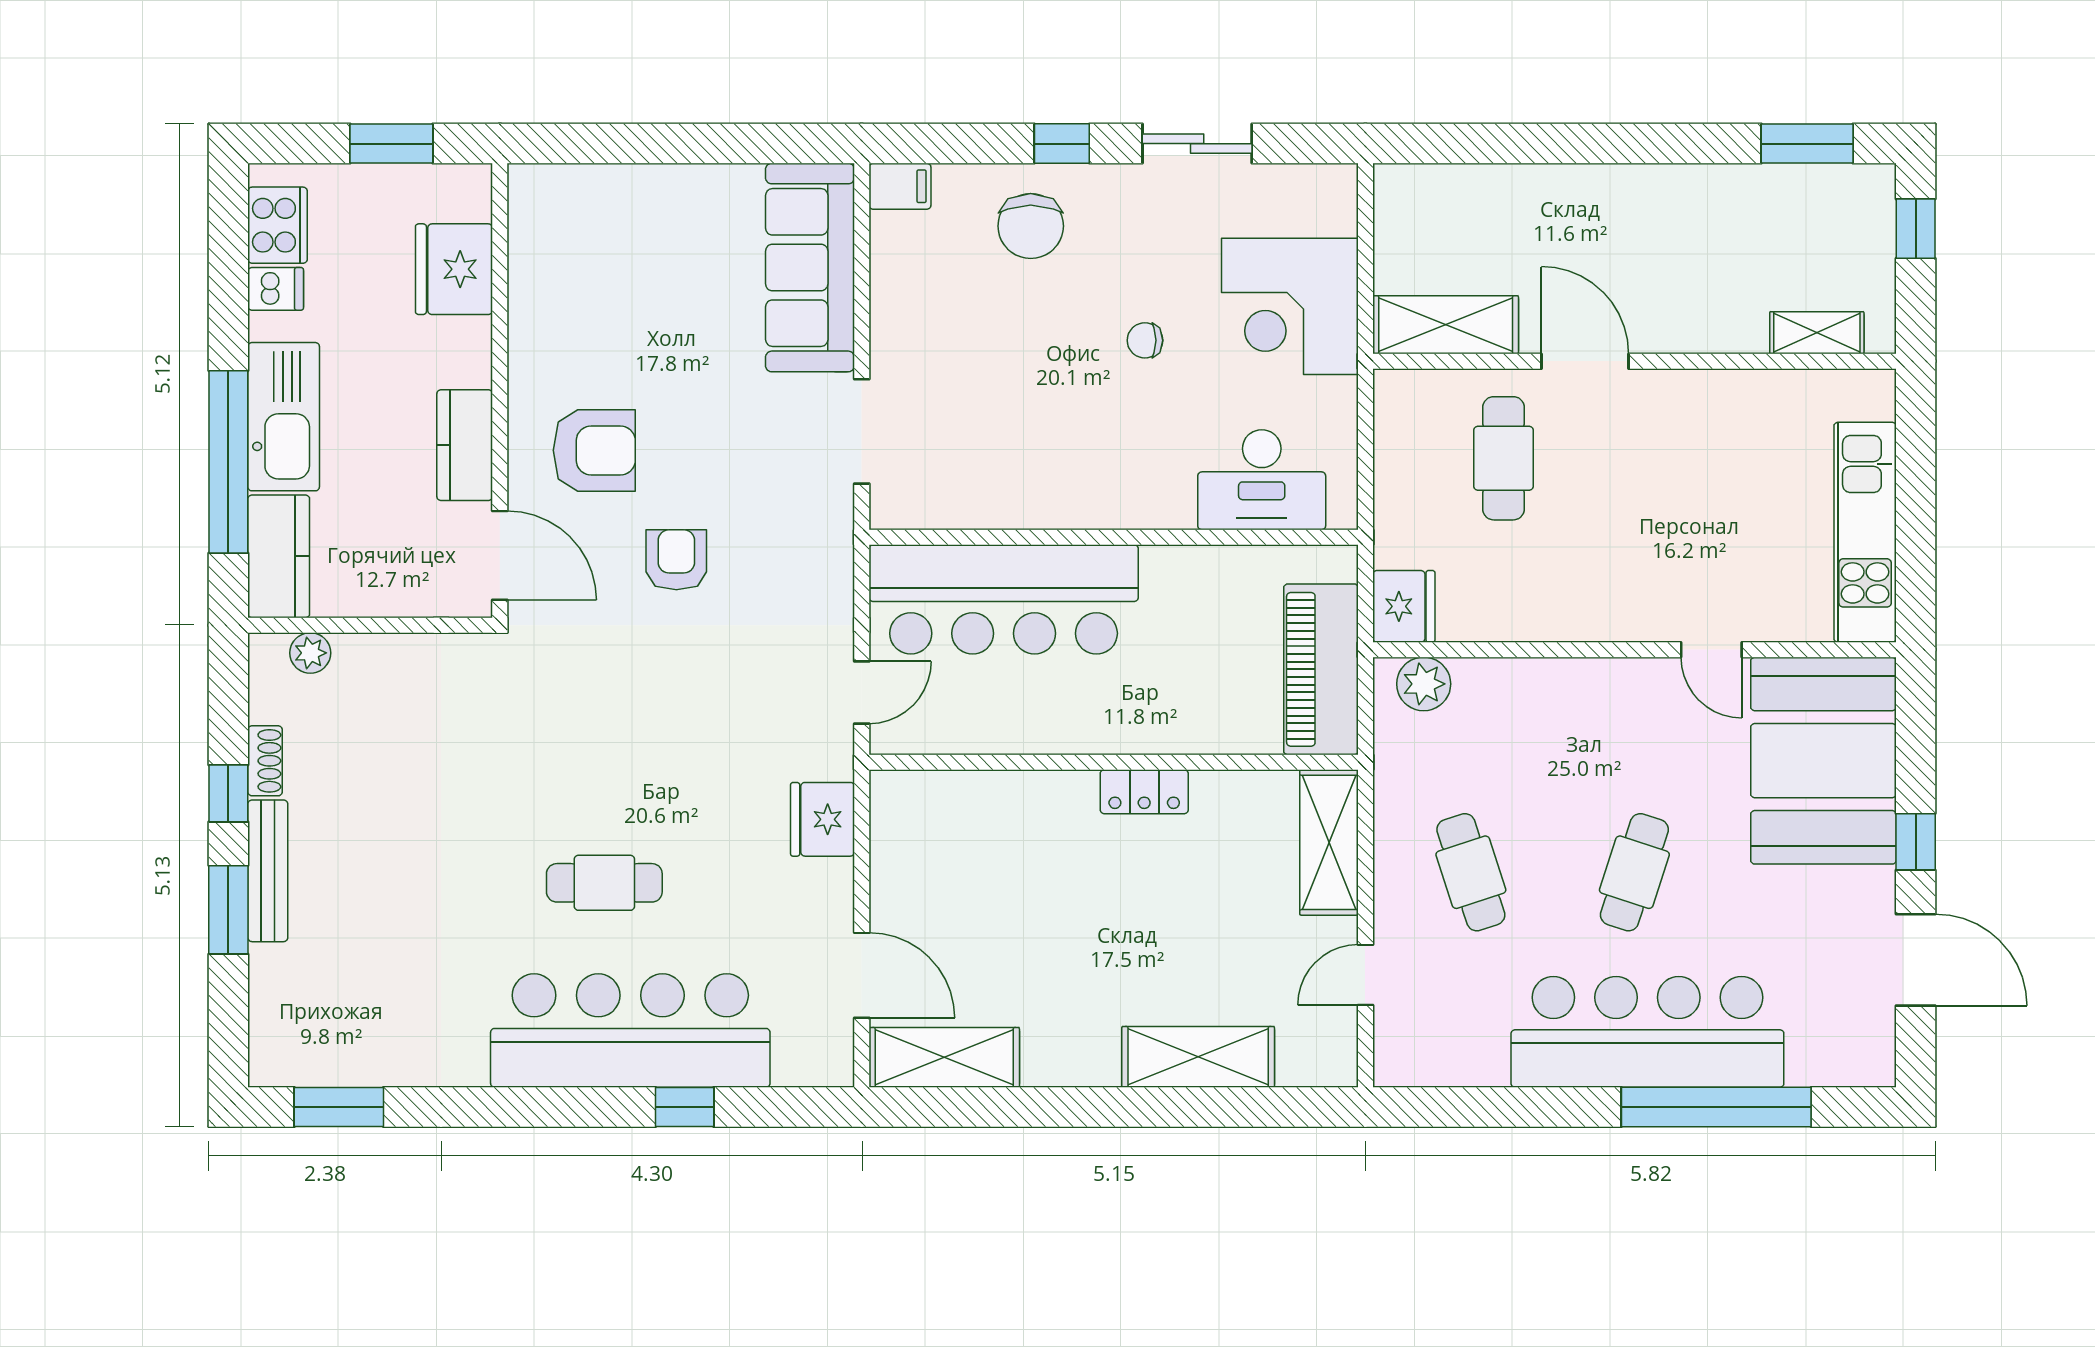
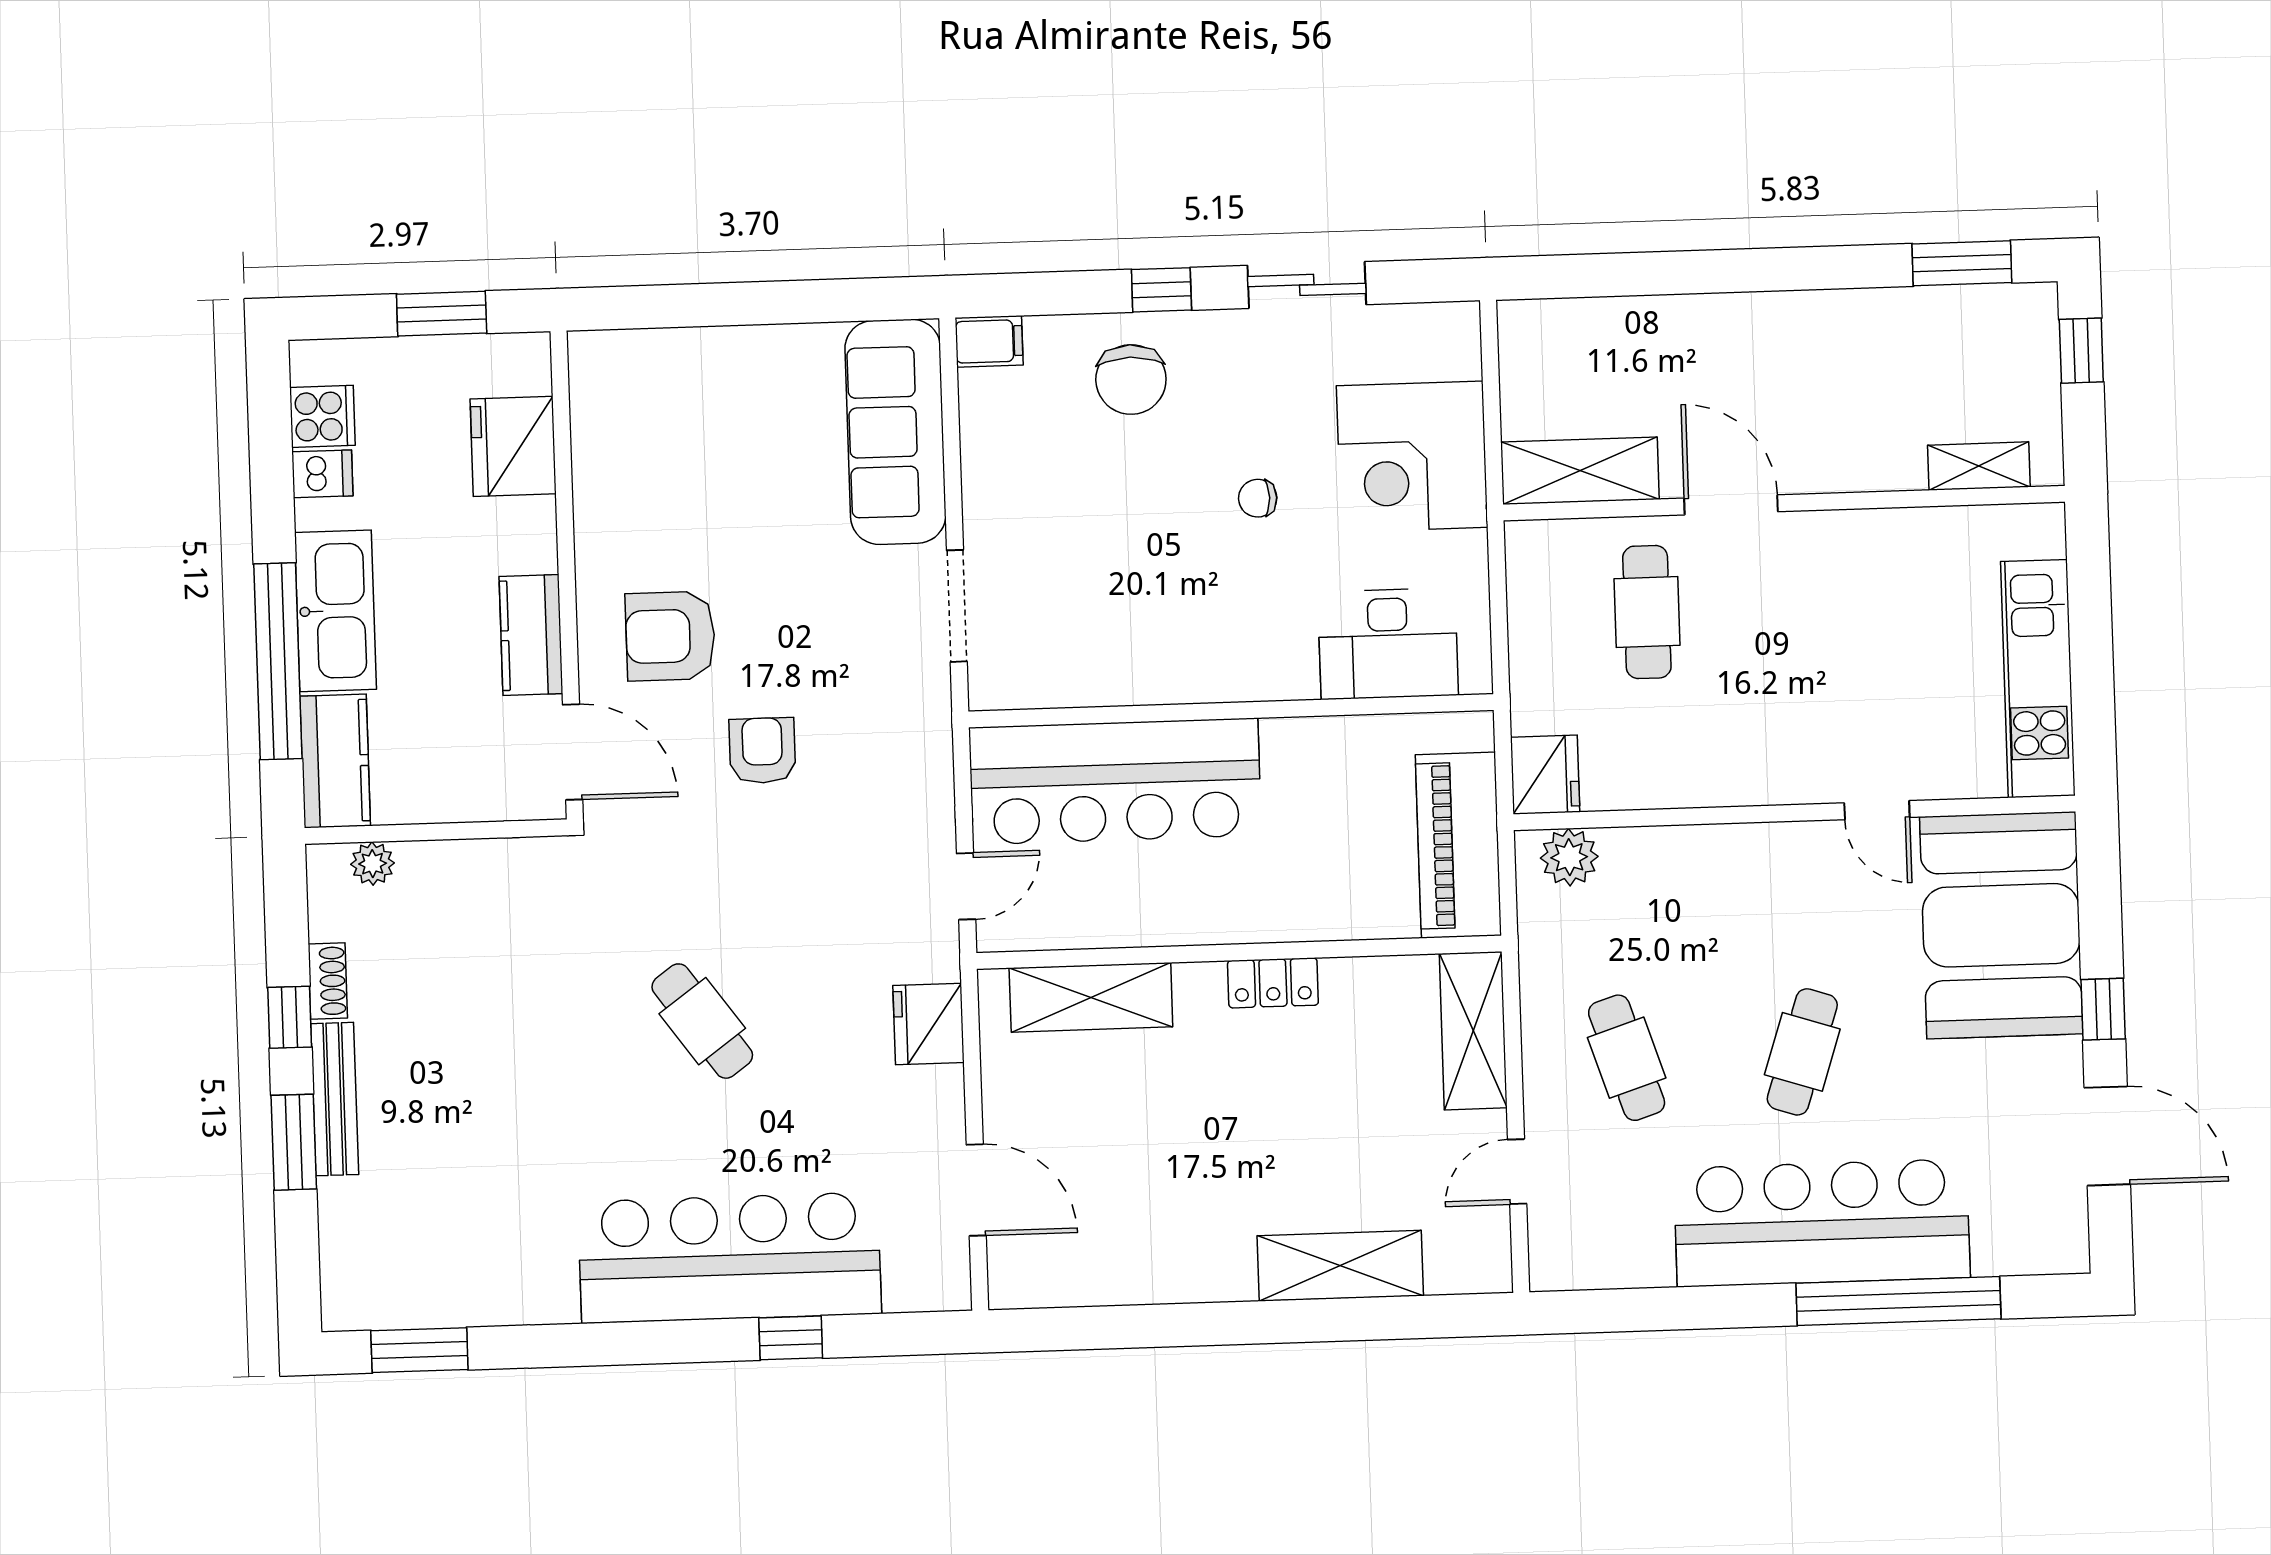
cooker: (278, 225) -> (322, 416), width x0.73
armchair: (594, 450) -> (670, 636), turned 180
cafe table: (604, 883) -> (702, 1021), moved, turned 54
shelving: (944, 1057) -> (1091, 997), moved

